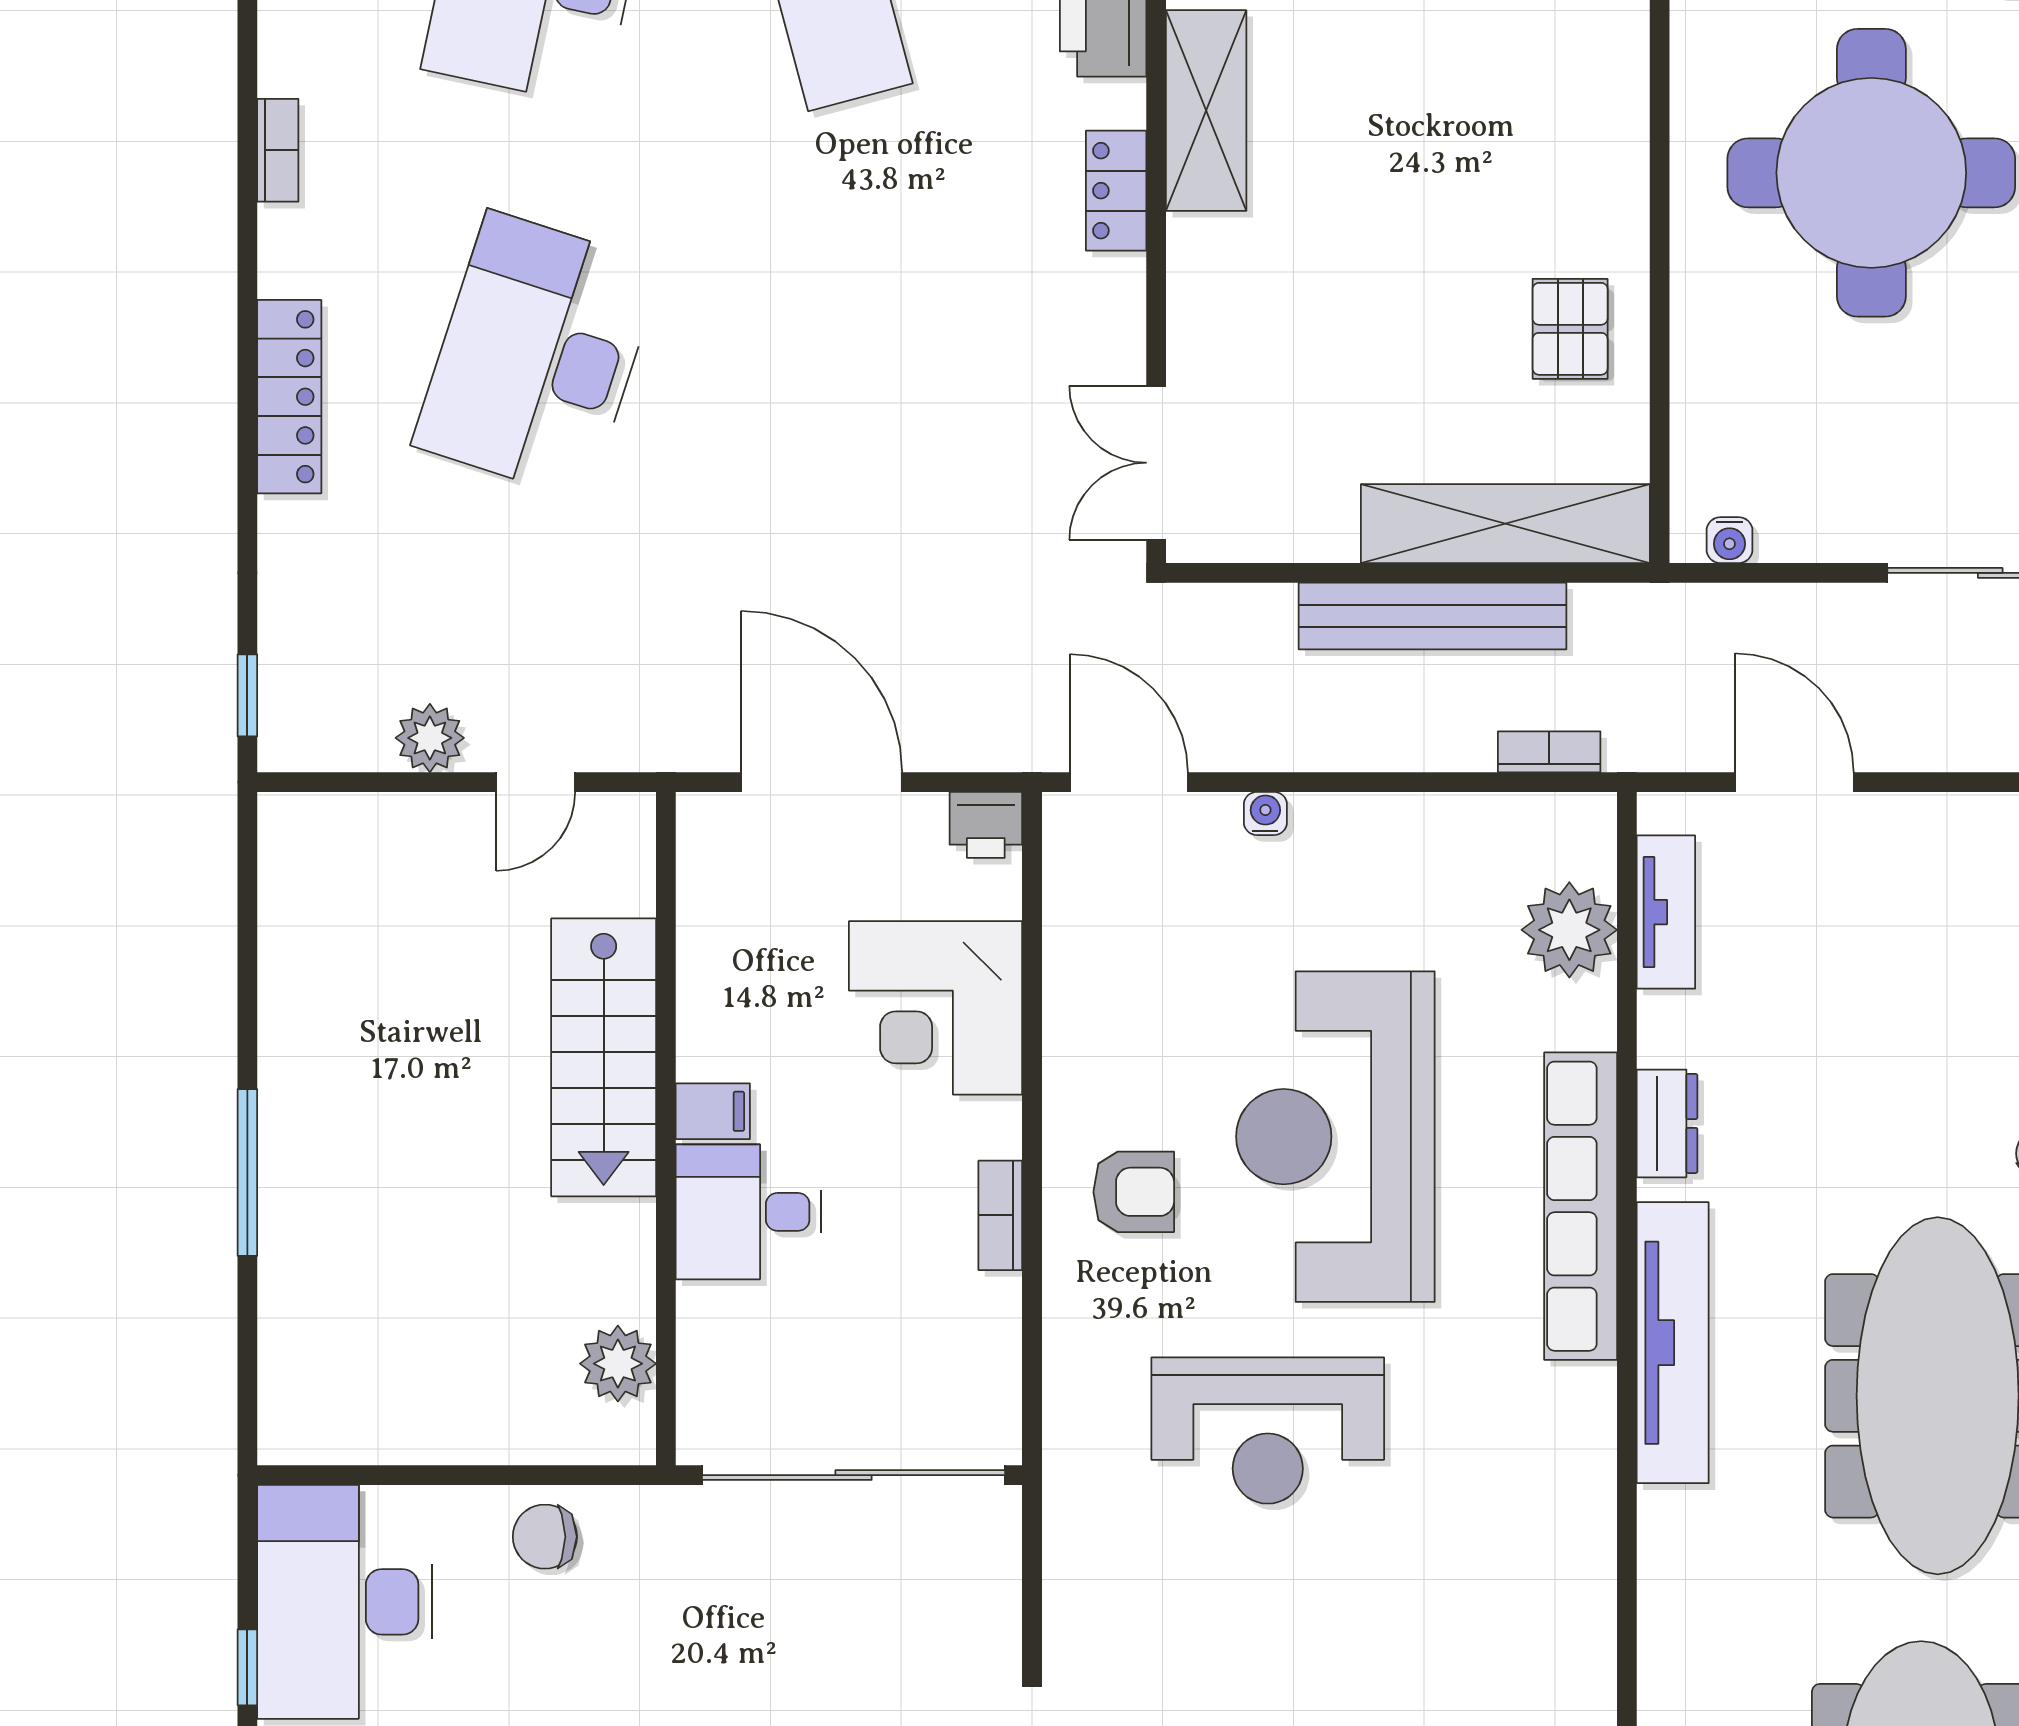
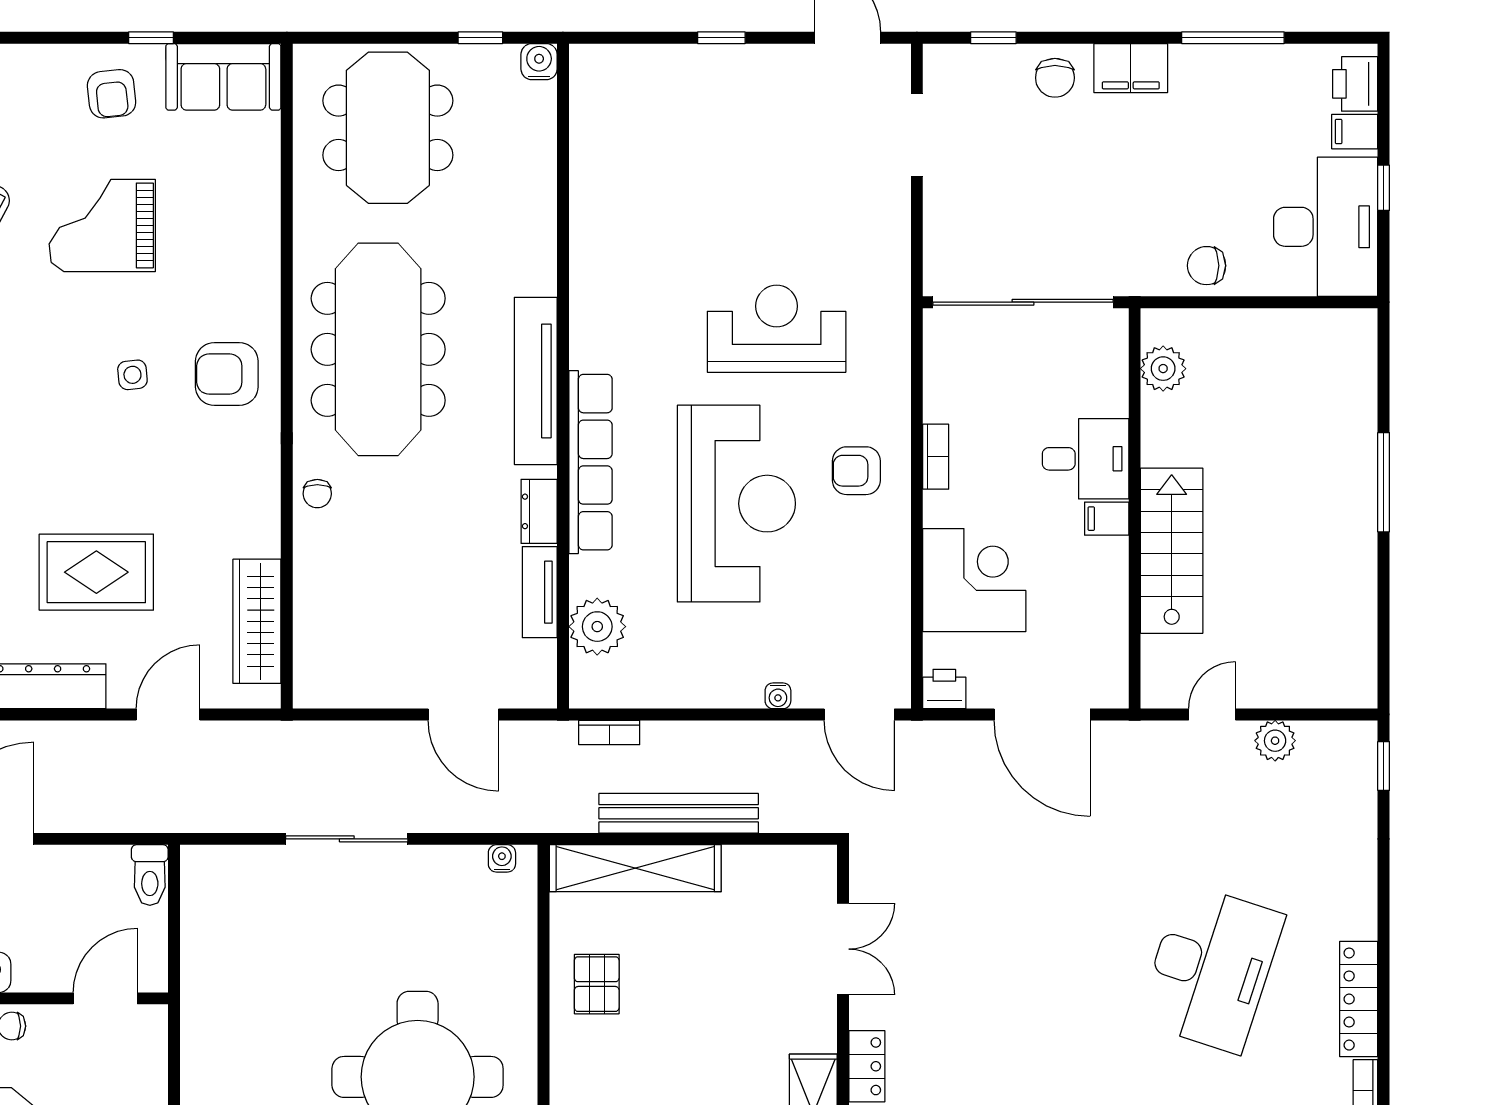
locker: (289, 397) -> (1359, 999), moved
double door: (1156, 463) -> (843, 949), moved
tv unit: (1666, 912) -> (540, 592), moved
chair: (545, 1537) -> (1207, 266), turned 180

